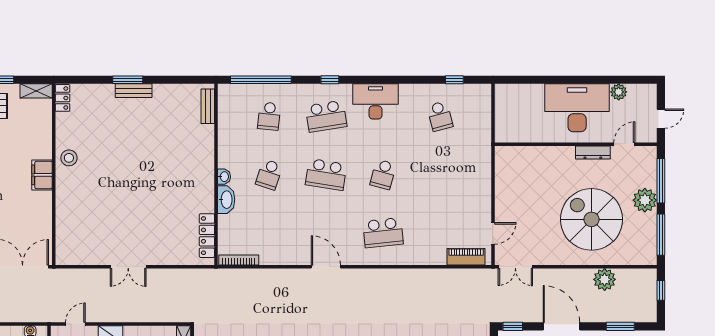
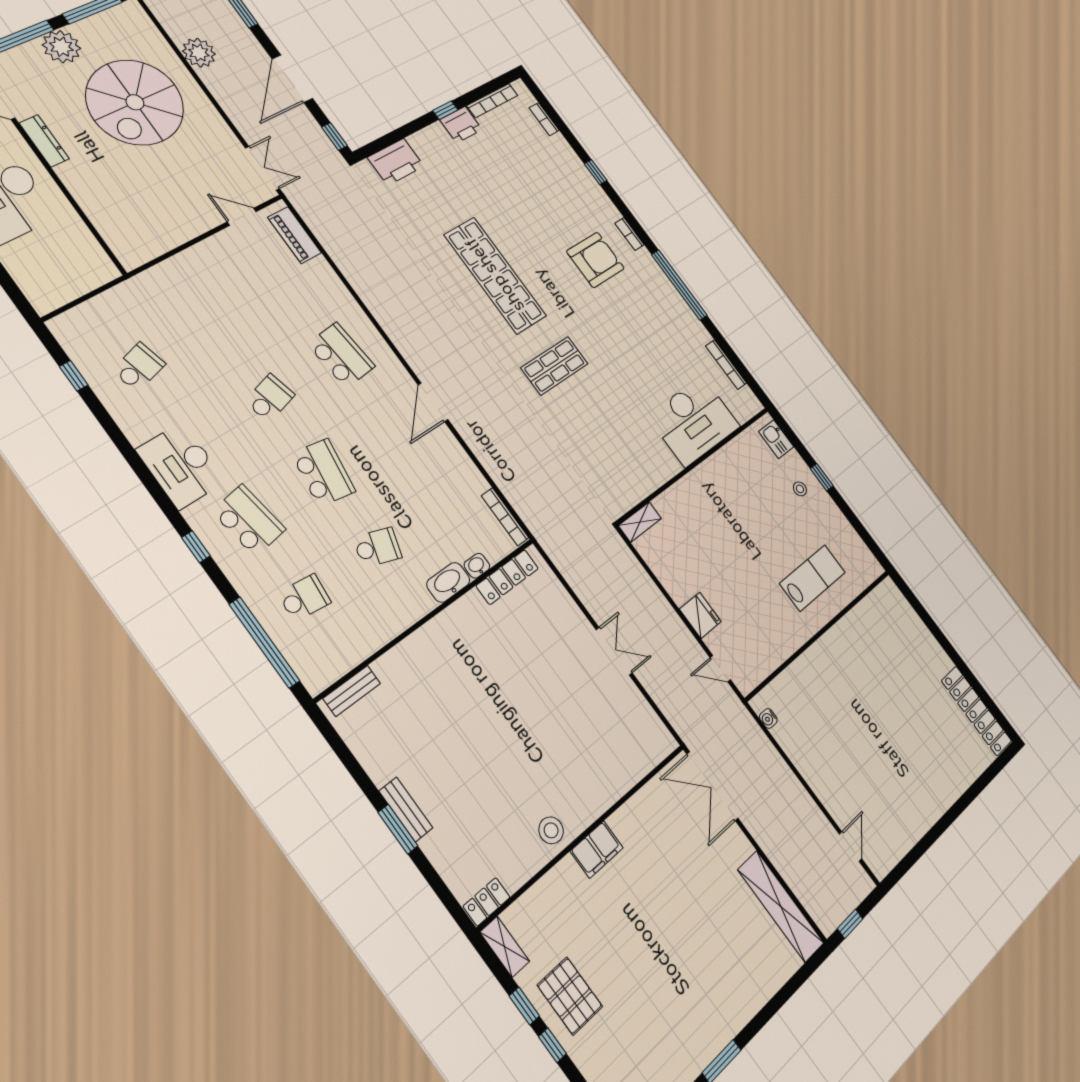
school desk: (383, 174) -> (270, 398), turned -30
washbasin: (224, 177) -> (477, 566), moved

